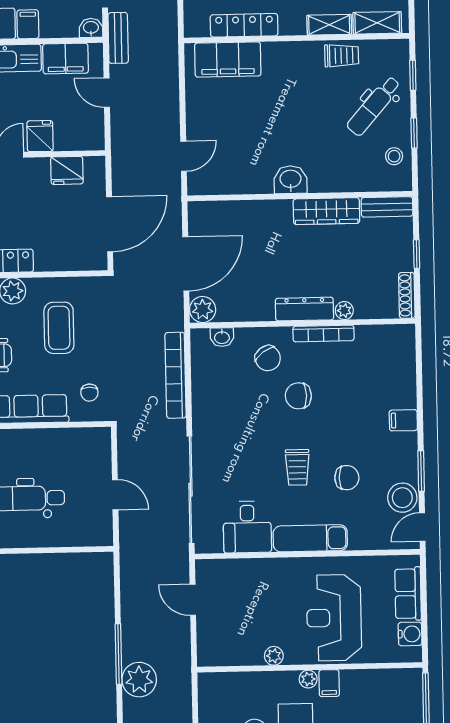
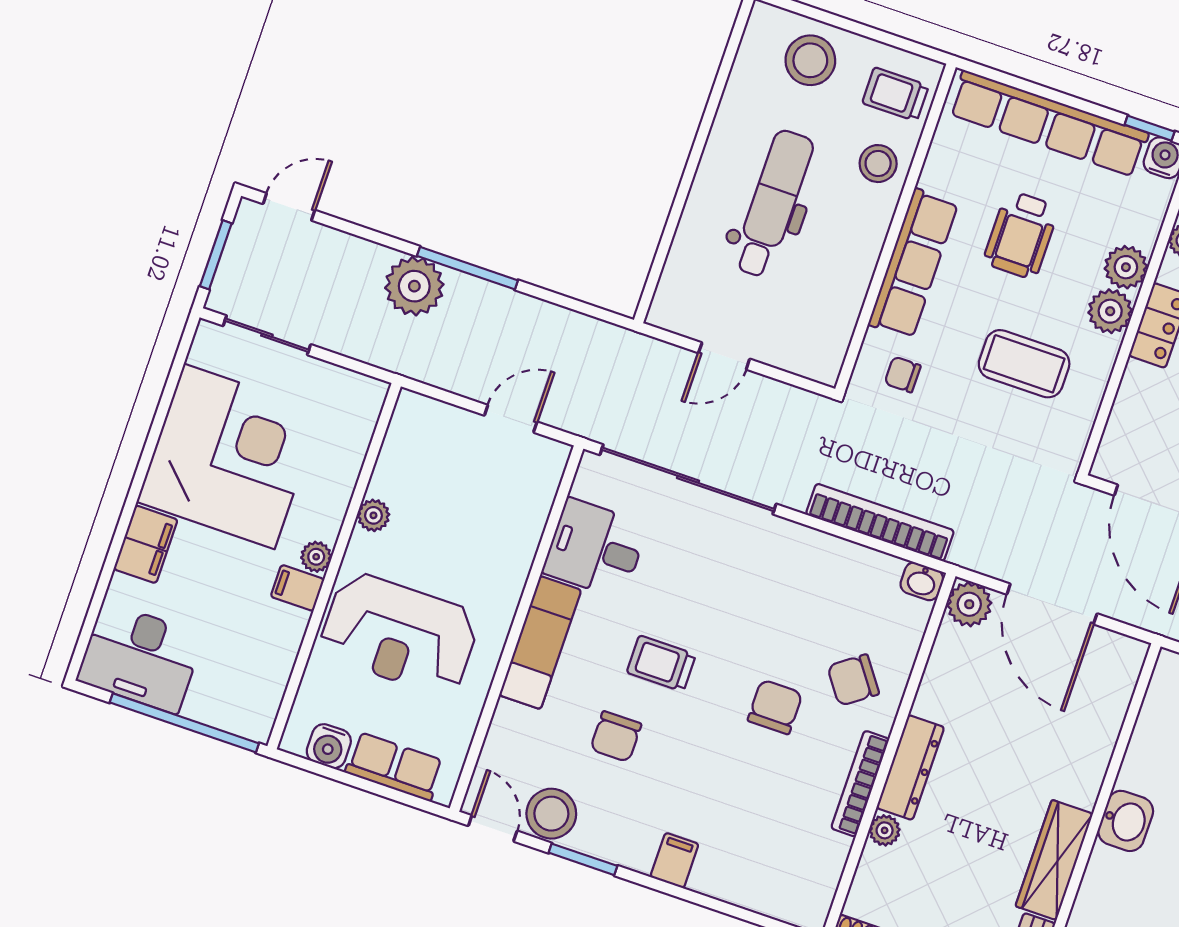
washbasin: (222, 337) -> (922, 581), moved, turned -90
reception desk: (334, 618) -> (399, 634), turned 180

